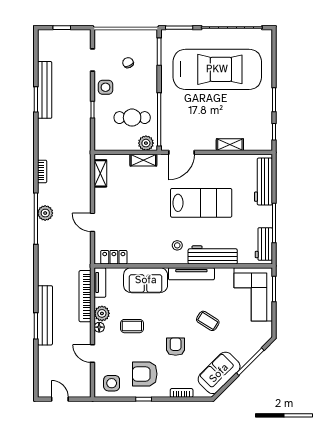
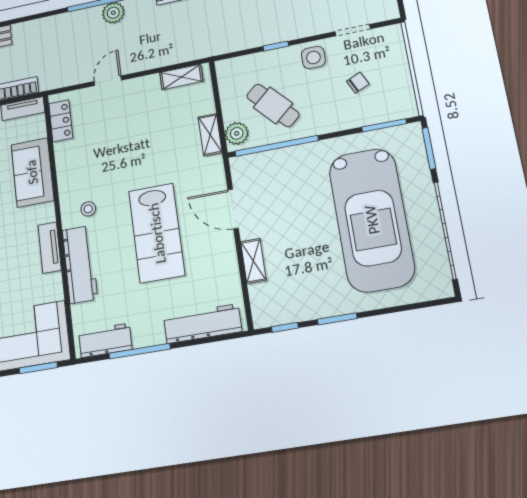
cafe table: (132, 118) -> (273, 105), turned -42
door: (181, 152) -> (233, 209), moved
tv unit: (191, 274) -> (50, 248), width x0.71

